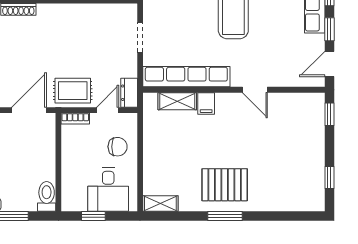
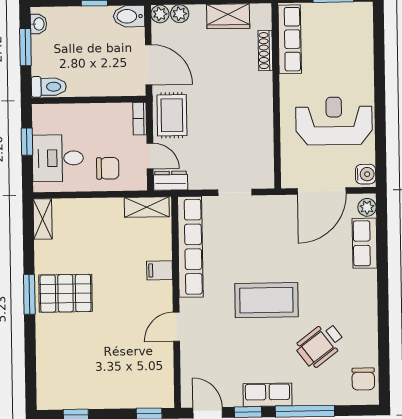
shelving: (177, 101) -> (147, 207), moved, turned 90
chair: (118, 147) -> (108, 168), turned -90
pallet: (225, 185) -> (66, 293), turned 90

